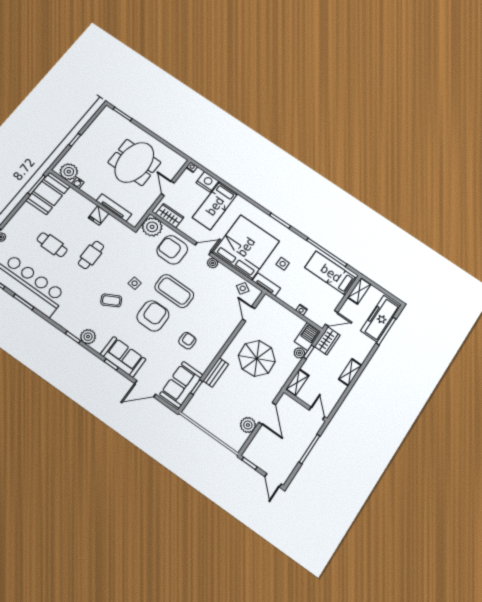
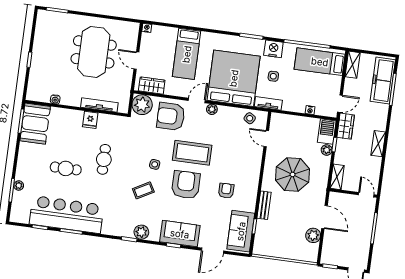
plant: (69, 172) -> (41, 93), removed
nightstand: (207, 182) -> (273, 49), moved

